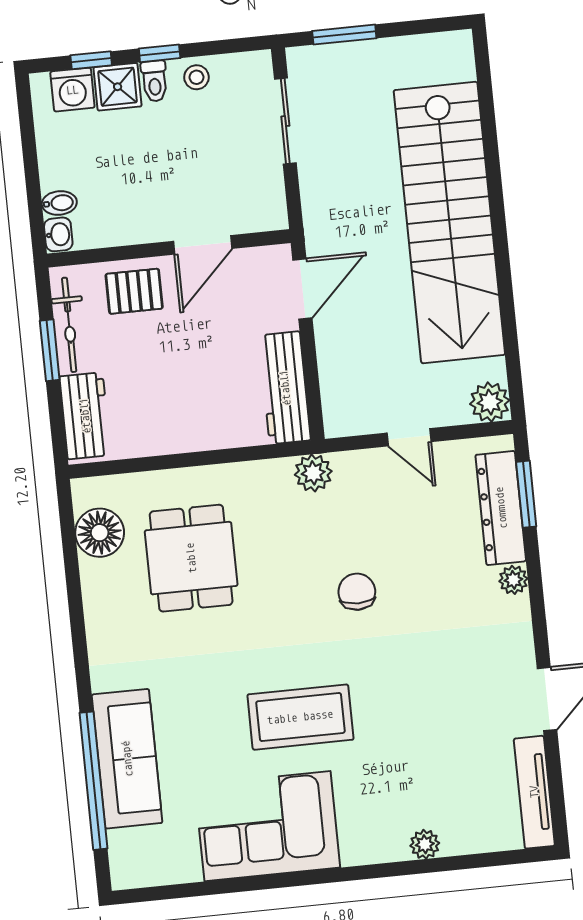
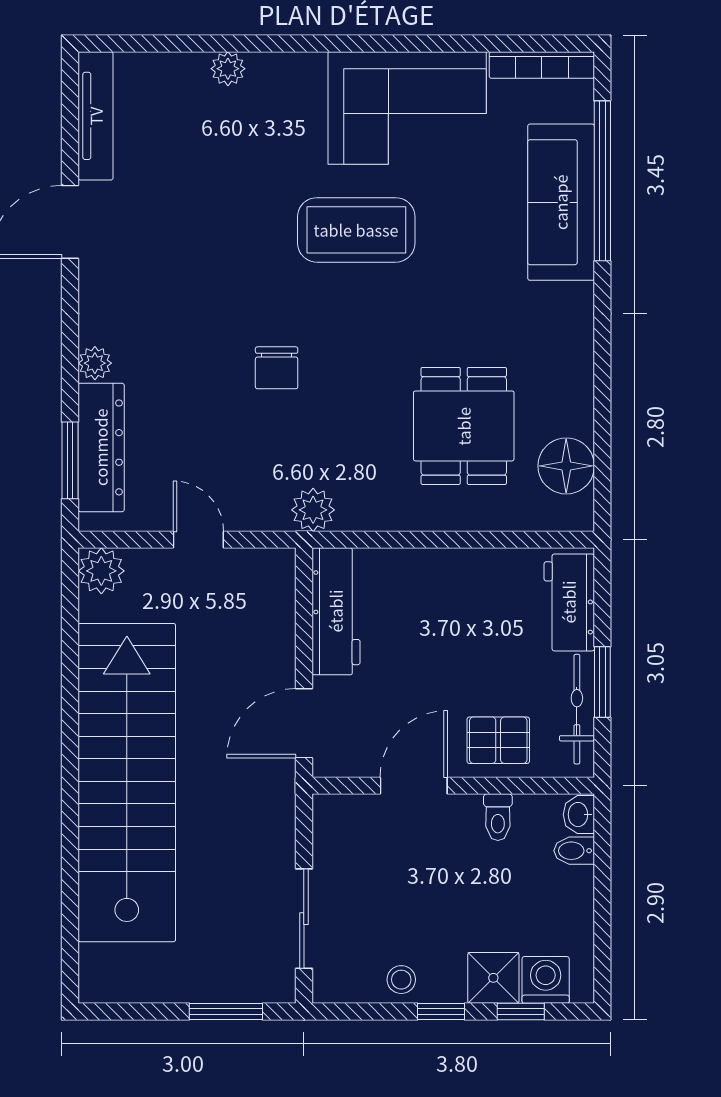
toilet: (154, 81) -> (498, 817), moved, turned 180
bookcase: (156, 875) -> (542, 65), added

